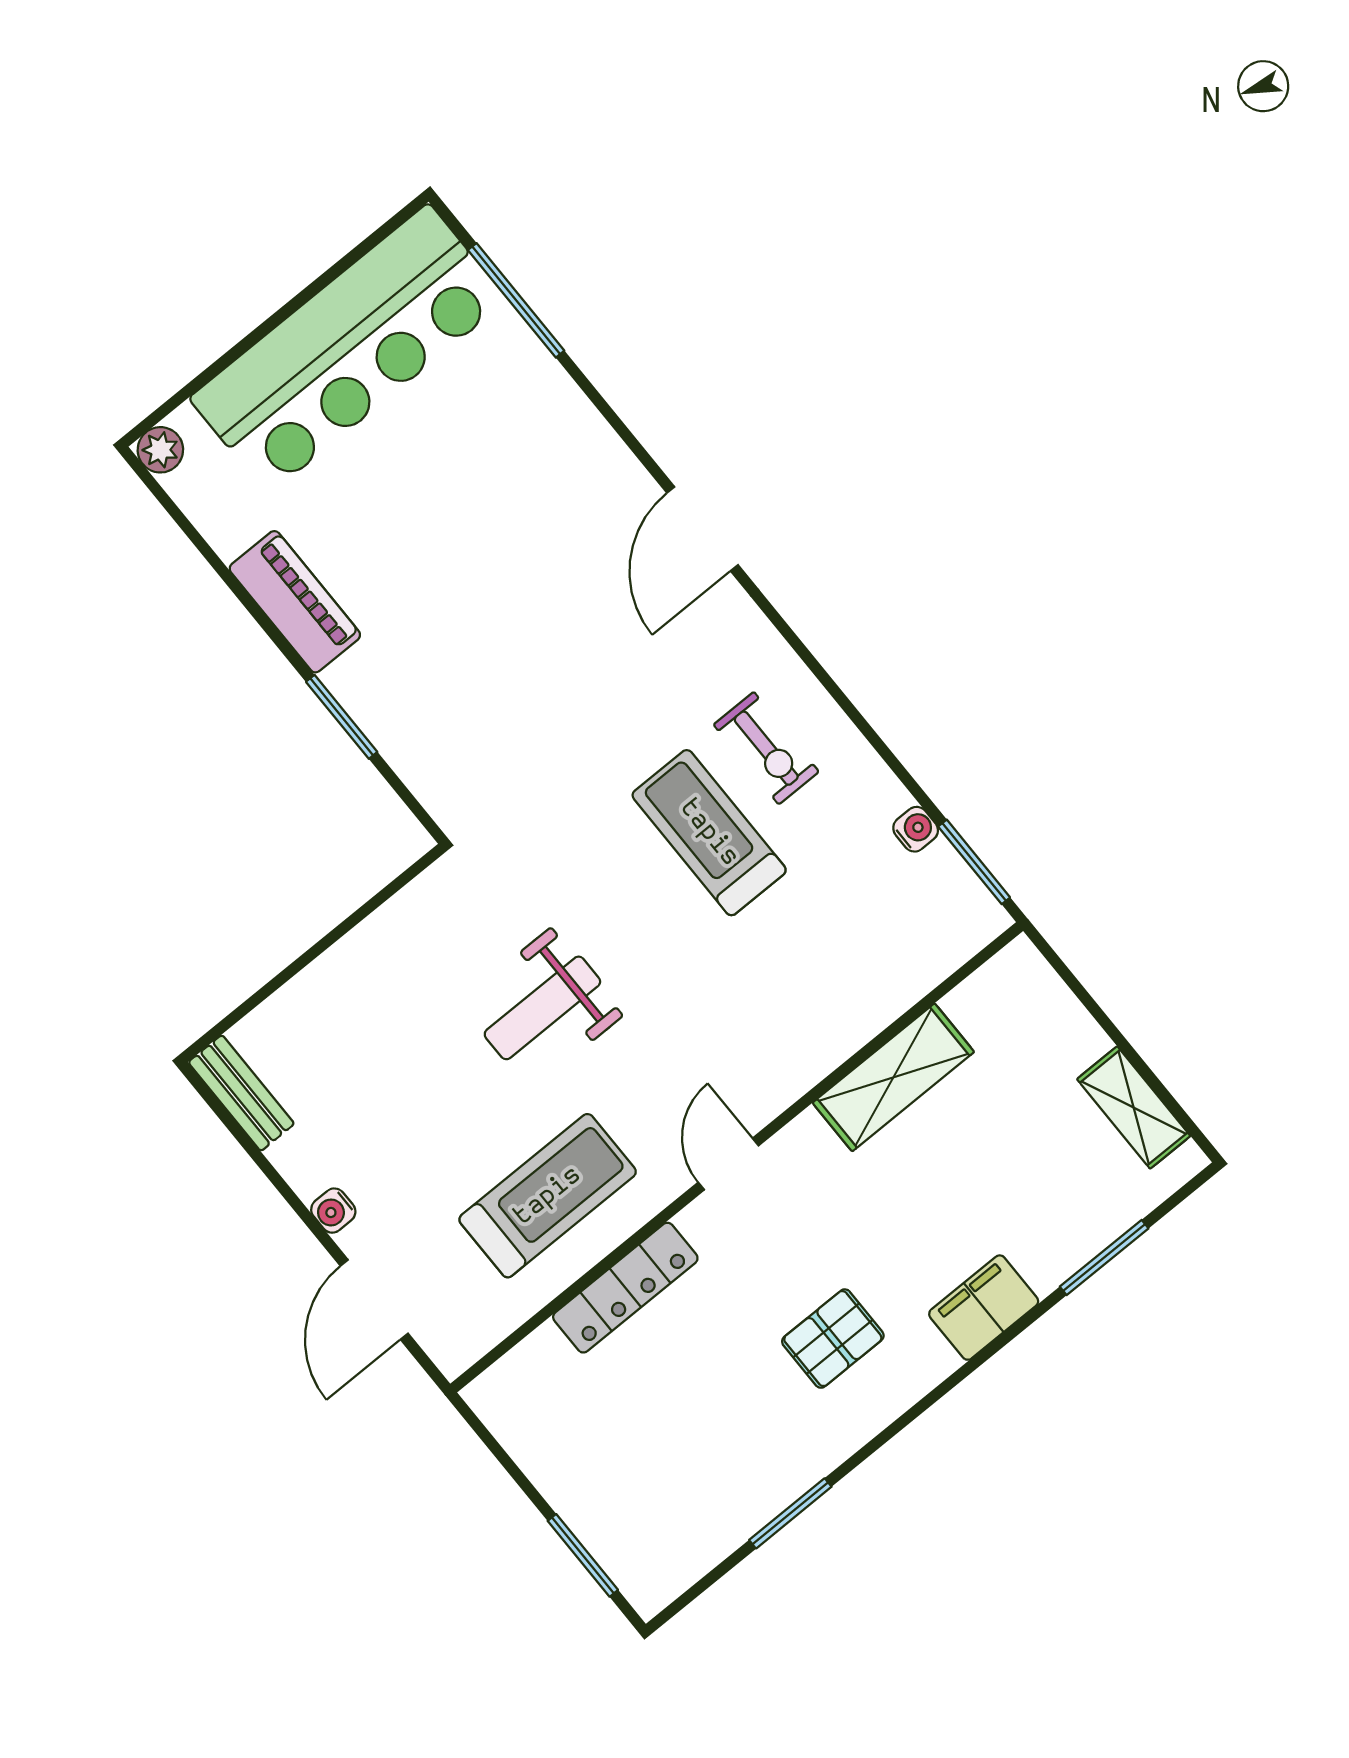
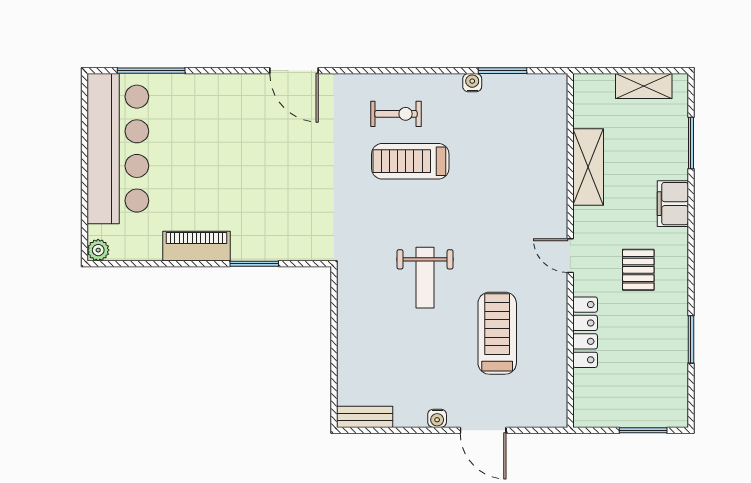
shelving: (893, 1077) -> (588, 167), moved
wall: (737, 1157) -> (570, 250), moved
door: (728, 1164) -> (570, 256), moved
locker: (625, 1288) -> (585, 332), moved

